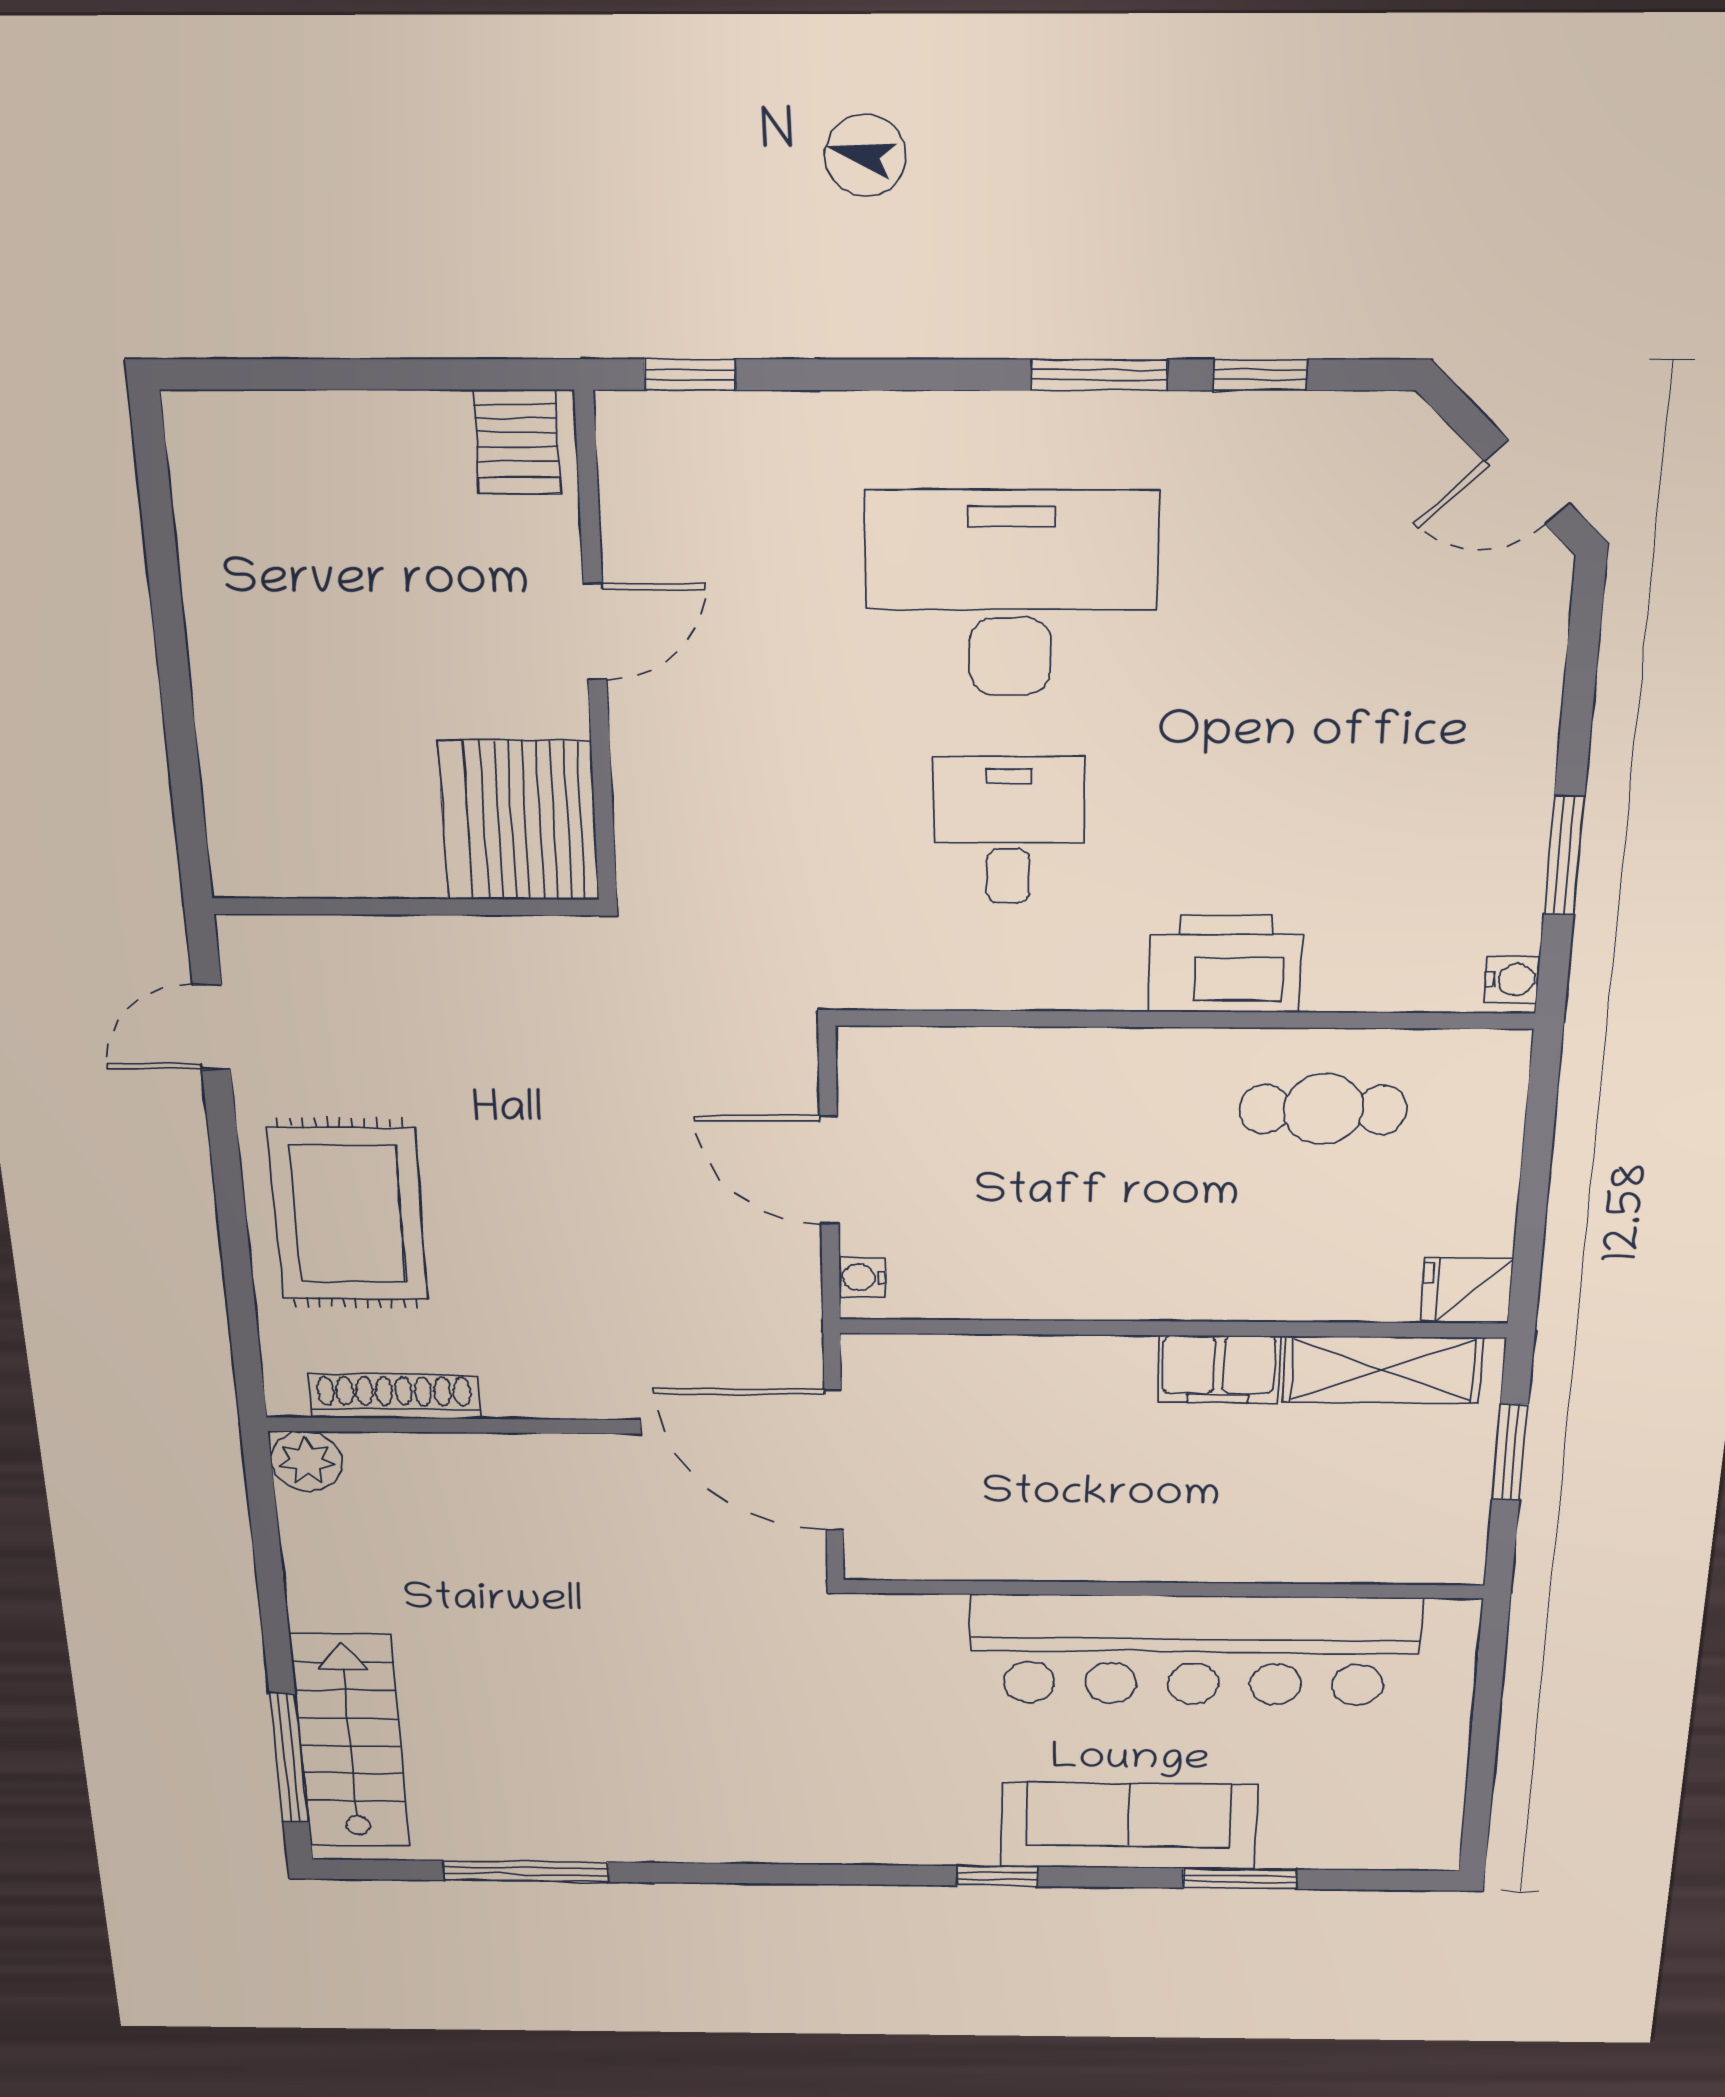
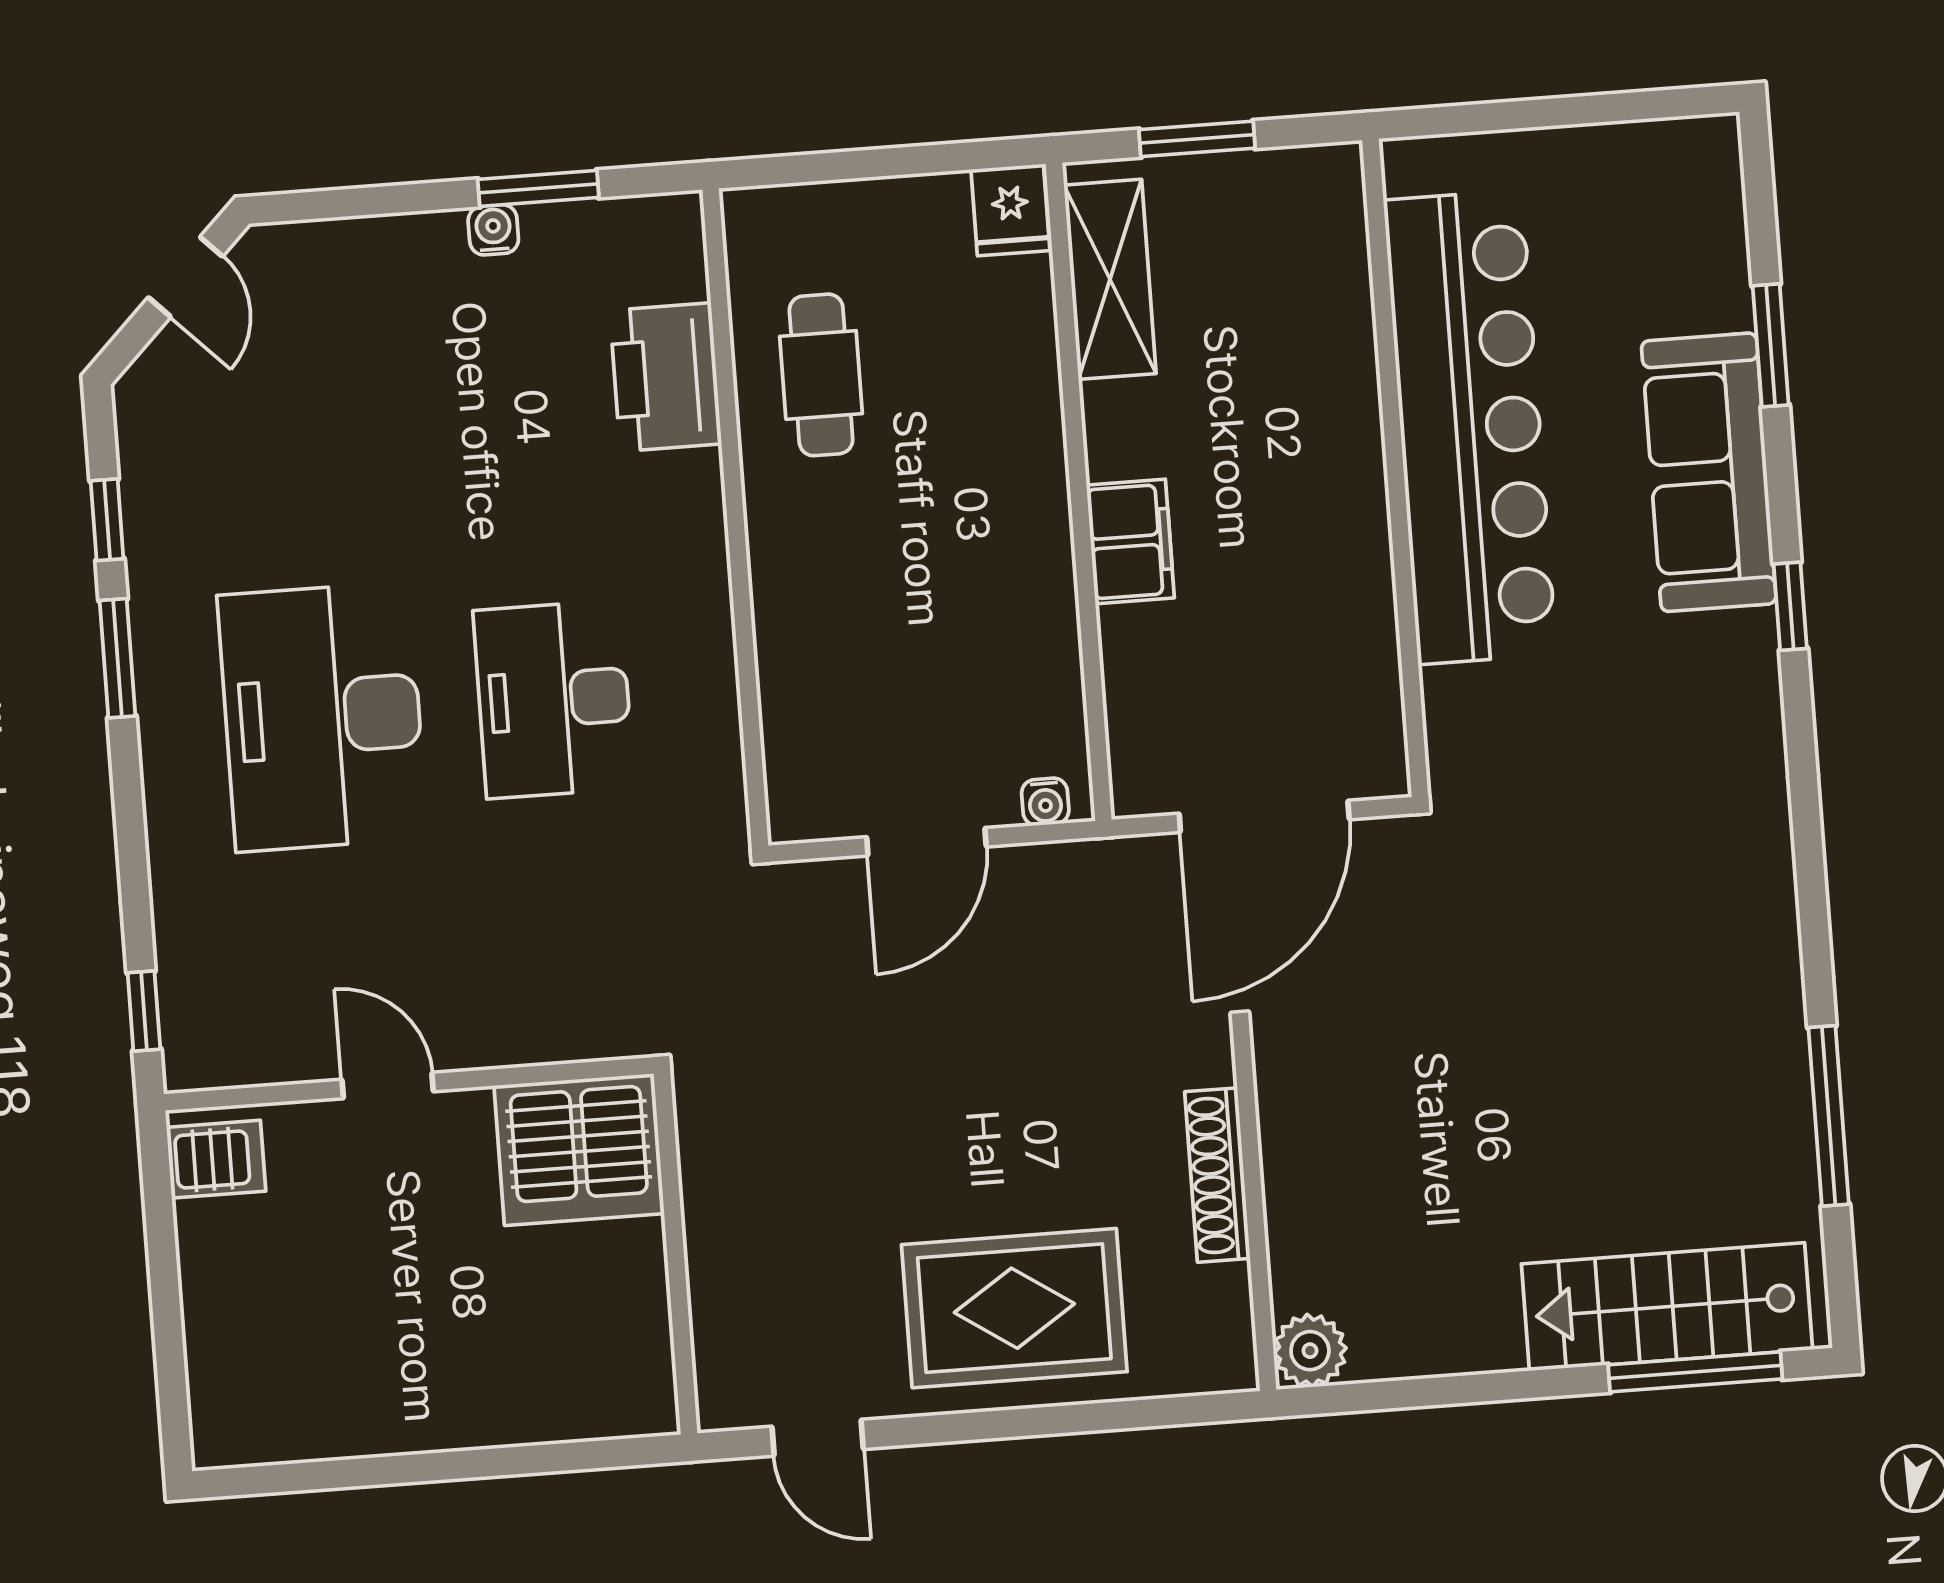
desk: (1009, 831) -> (554, 699), width x1.37
printer: (1225, 964) -> (666, 377), moved
water cooler: (1512, 979) -> (493, 230), moved
filing cabinet: (1219, 1369) -> (1130, 541), moved
shoe rack: (394, 1396) -> (1217, 1175), moved

